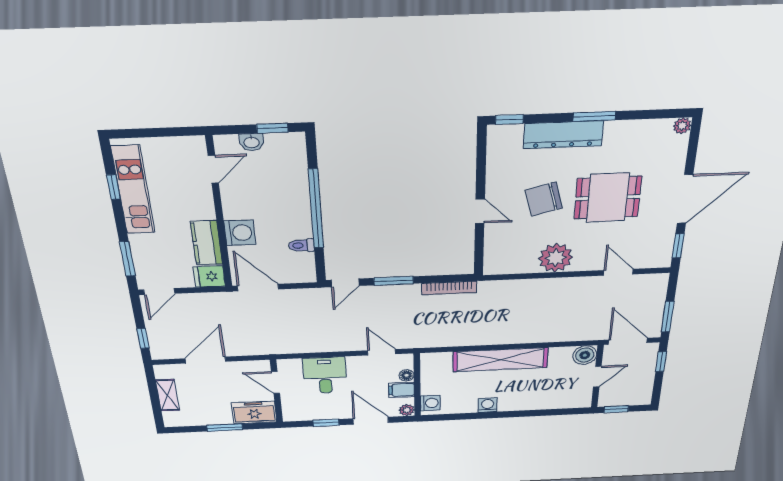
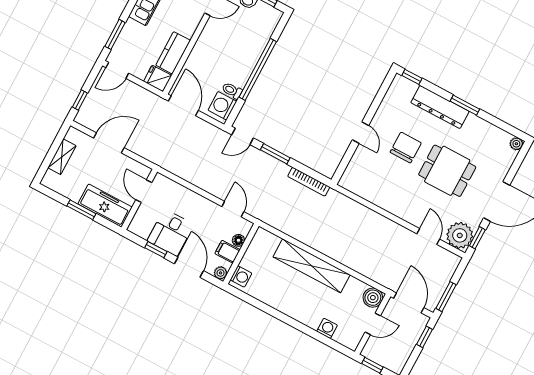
chair: (544, 199) -> (406, 148), turned 105
washing machine: (240, 233) -> (222, 106), moved, turned 180
plant: (556, 258) -> (460, 235), moved
desk: (325, 375) -> (171, 233), moved, turned 180
washing machine: (488, 405) -> (327, 328), moved
freezer: (254, 413) -> (105, 206), width x1.40

